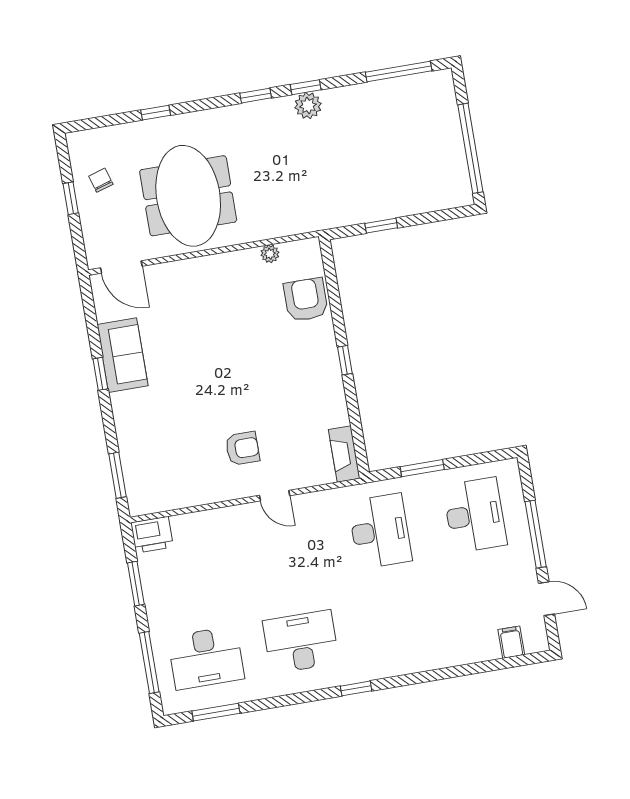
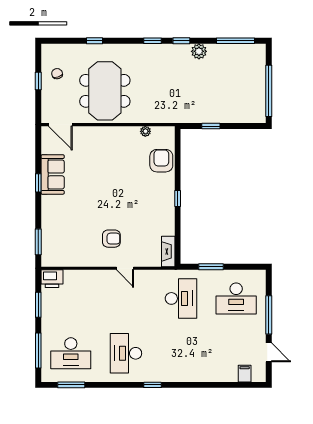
plant: (308, 106) -> (199, 51), moved
desk: (475, 515) -> (236, 298), turned 90
desk: (301, 642) -> (126, 353), turned -90

